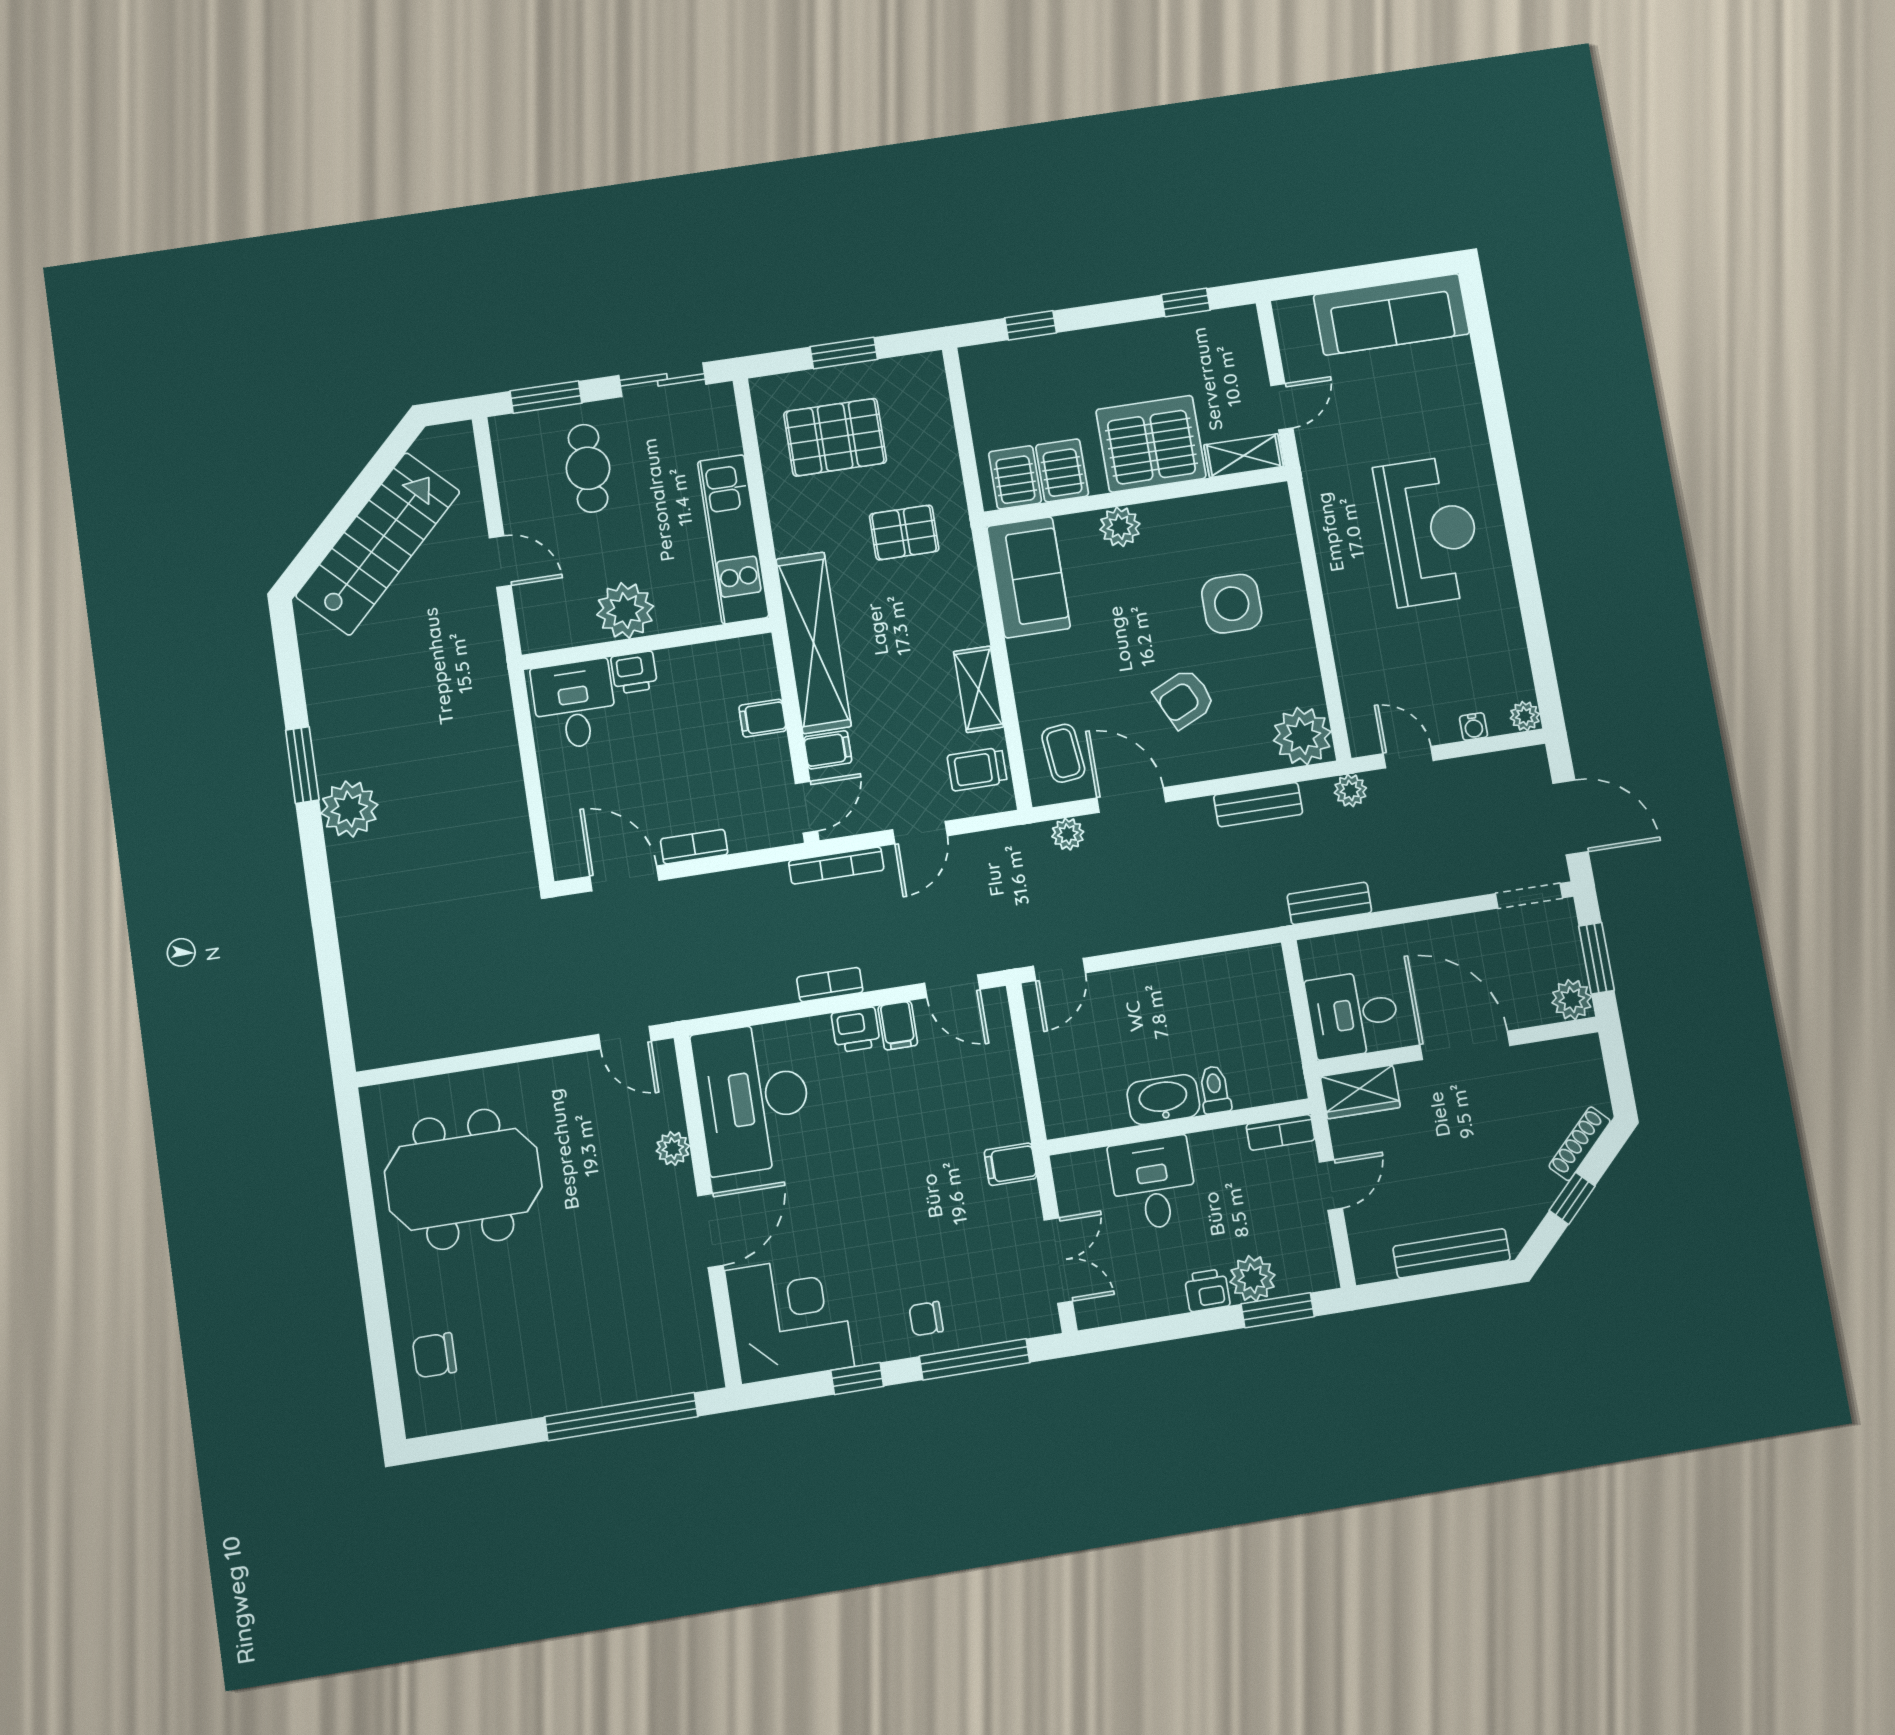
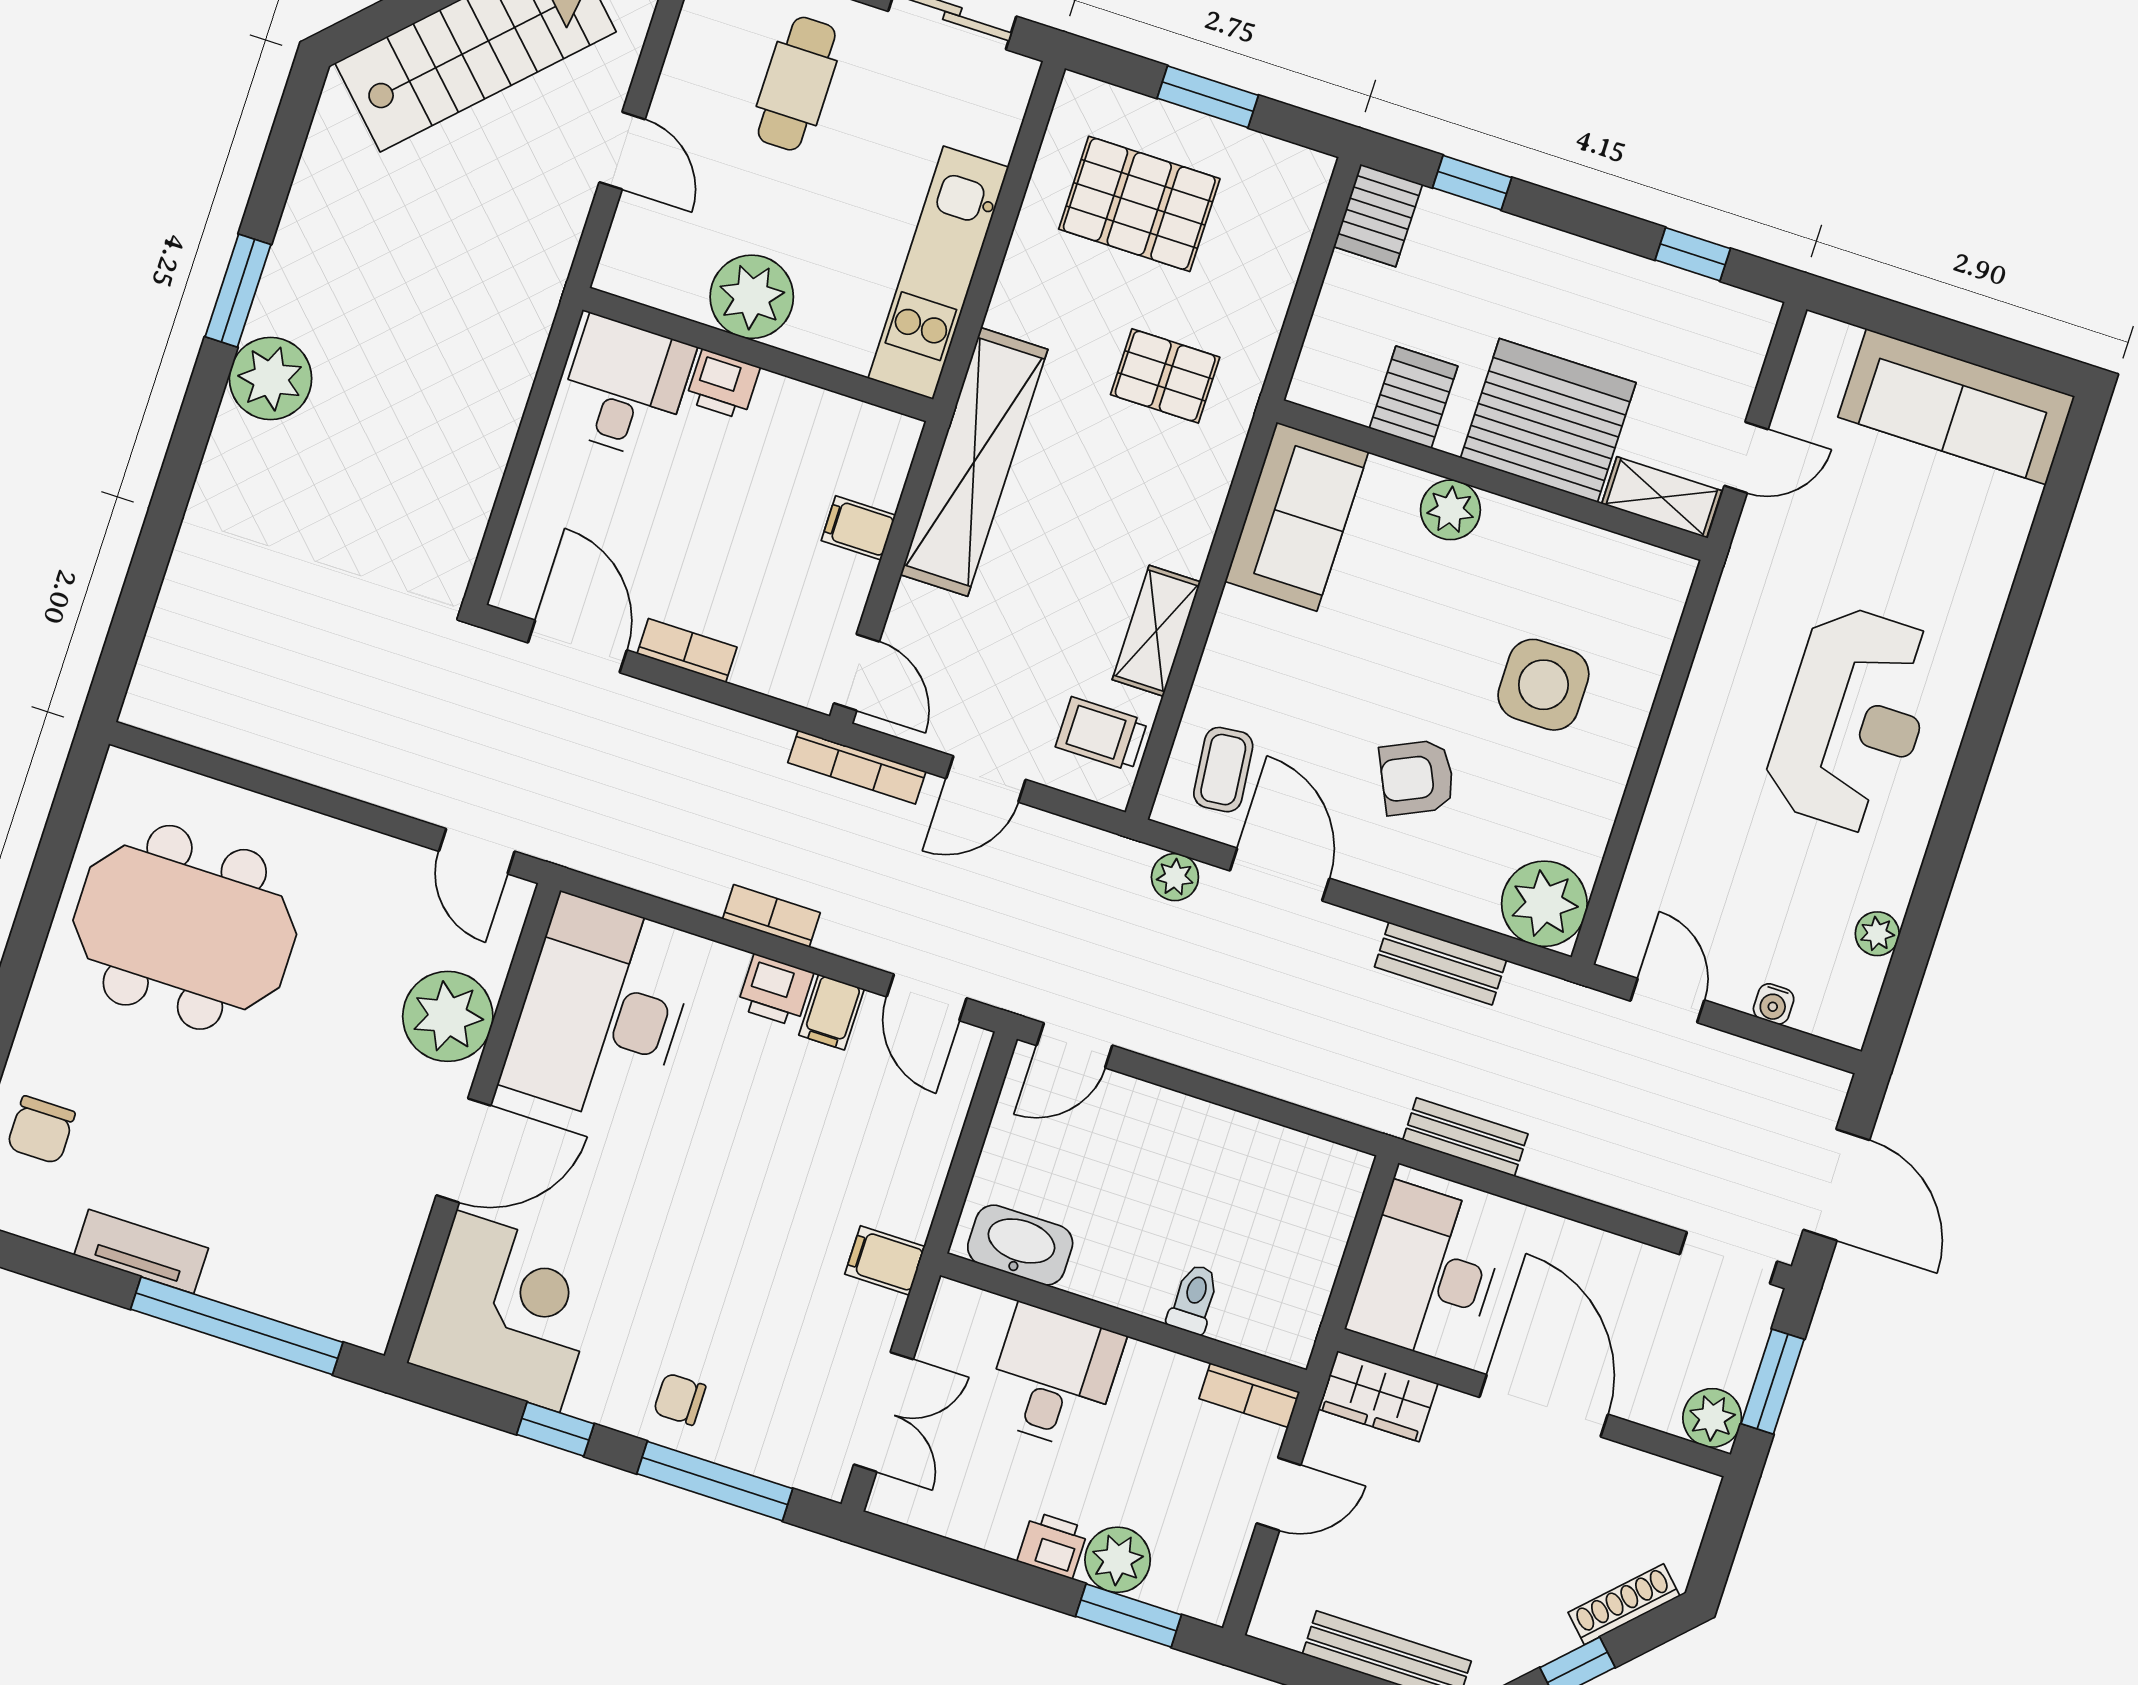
server rack: (1015, 477) -> (1378, 215), moved, turned 180
plant: (1525, 716) -> (1877, 934), moved
filing cabinet: (828, 750) -> (922, 611), removed
plant: (1350, 790) -> (1570, 1006), removed
door: (806, 807) -> (857, 672), hinge flipped
desk: (1353, 1014) -> (1428, 1273), width x1.37
washbasin: (1163, 1100) -> (1020, 1245), moved
plant: (673, 1148) -> (448, 1016), width x1.88, depth x1.88
chair: (434, 1355) -> (41, 1130), turned -90
tv unit: (537, 1400) -> (141, 1252), added

